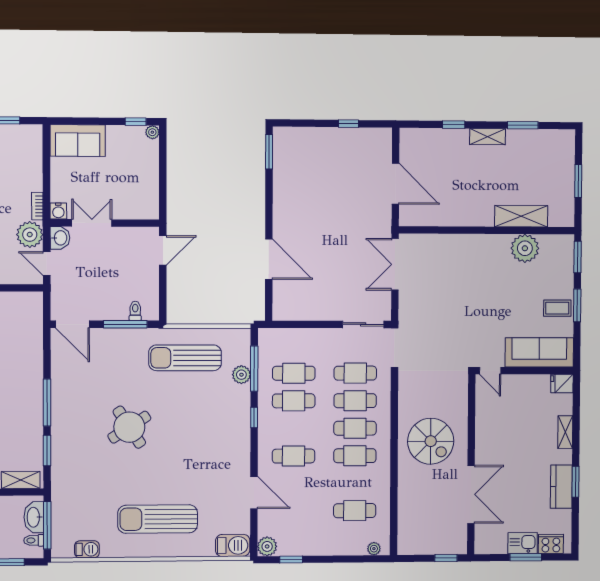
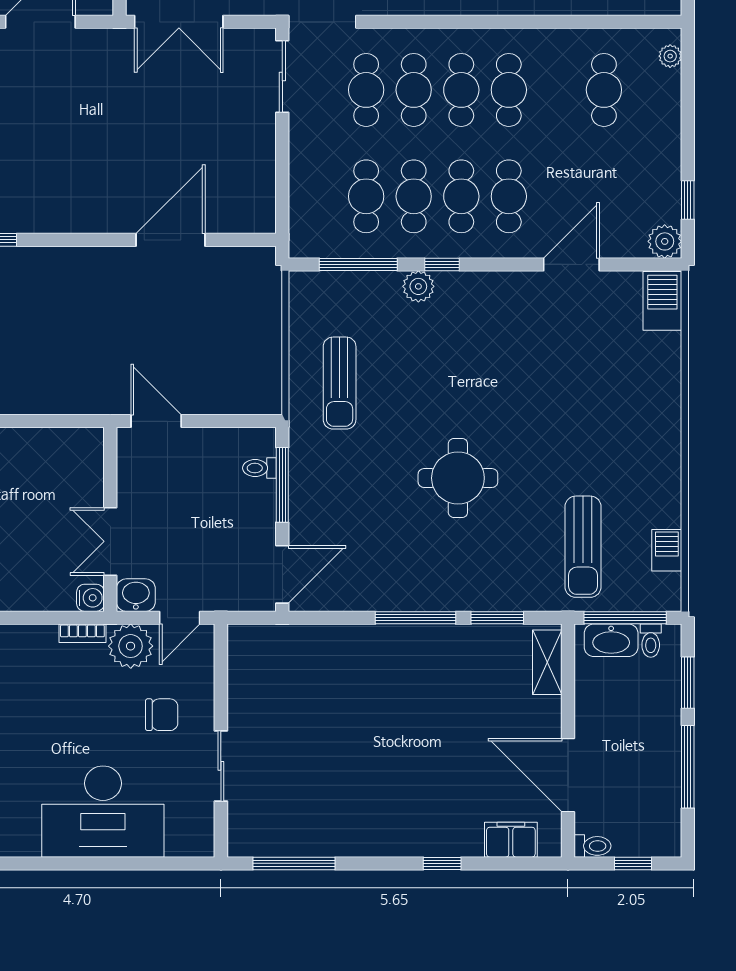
sun lounger: (185, 358) -> (340, 383), width x0.73, depth x0.75
plant: (241, 375) -> (418, 286), moved
round table: (129, 427) -> (458, 478), turned 33
cafe table: (294, 428) -> (461, 196), added
sun lounger: (158, 519) -> (583, 547), moved, width x0.73, depth x0.75

